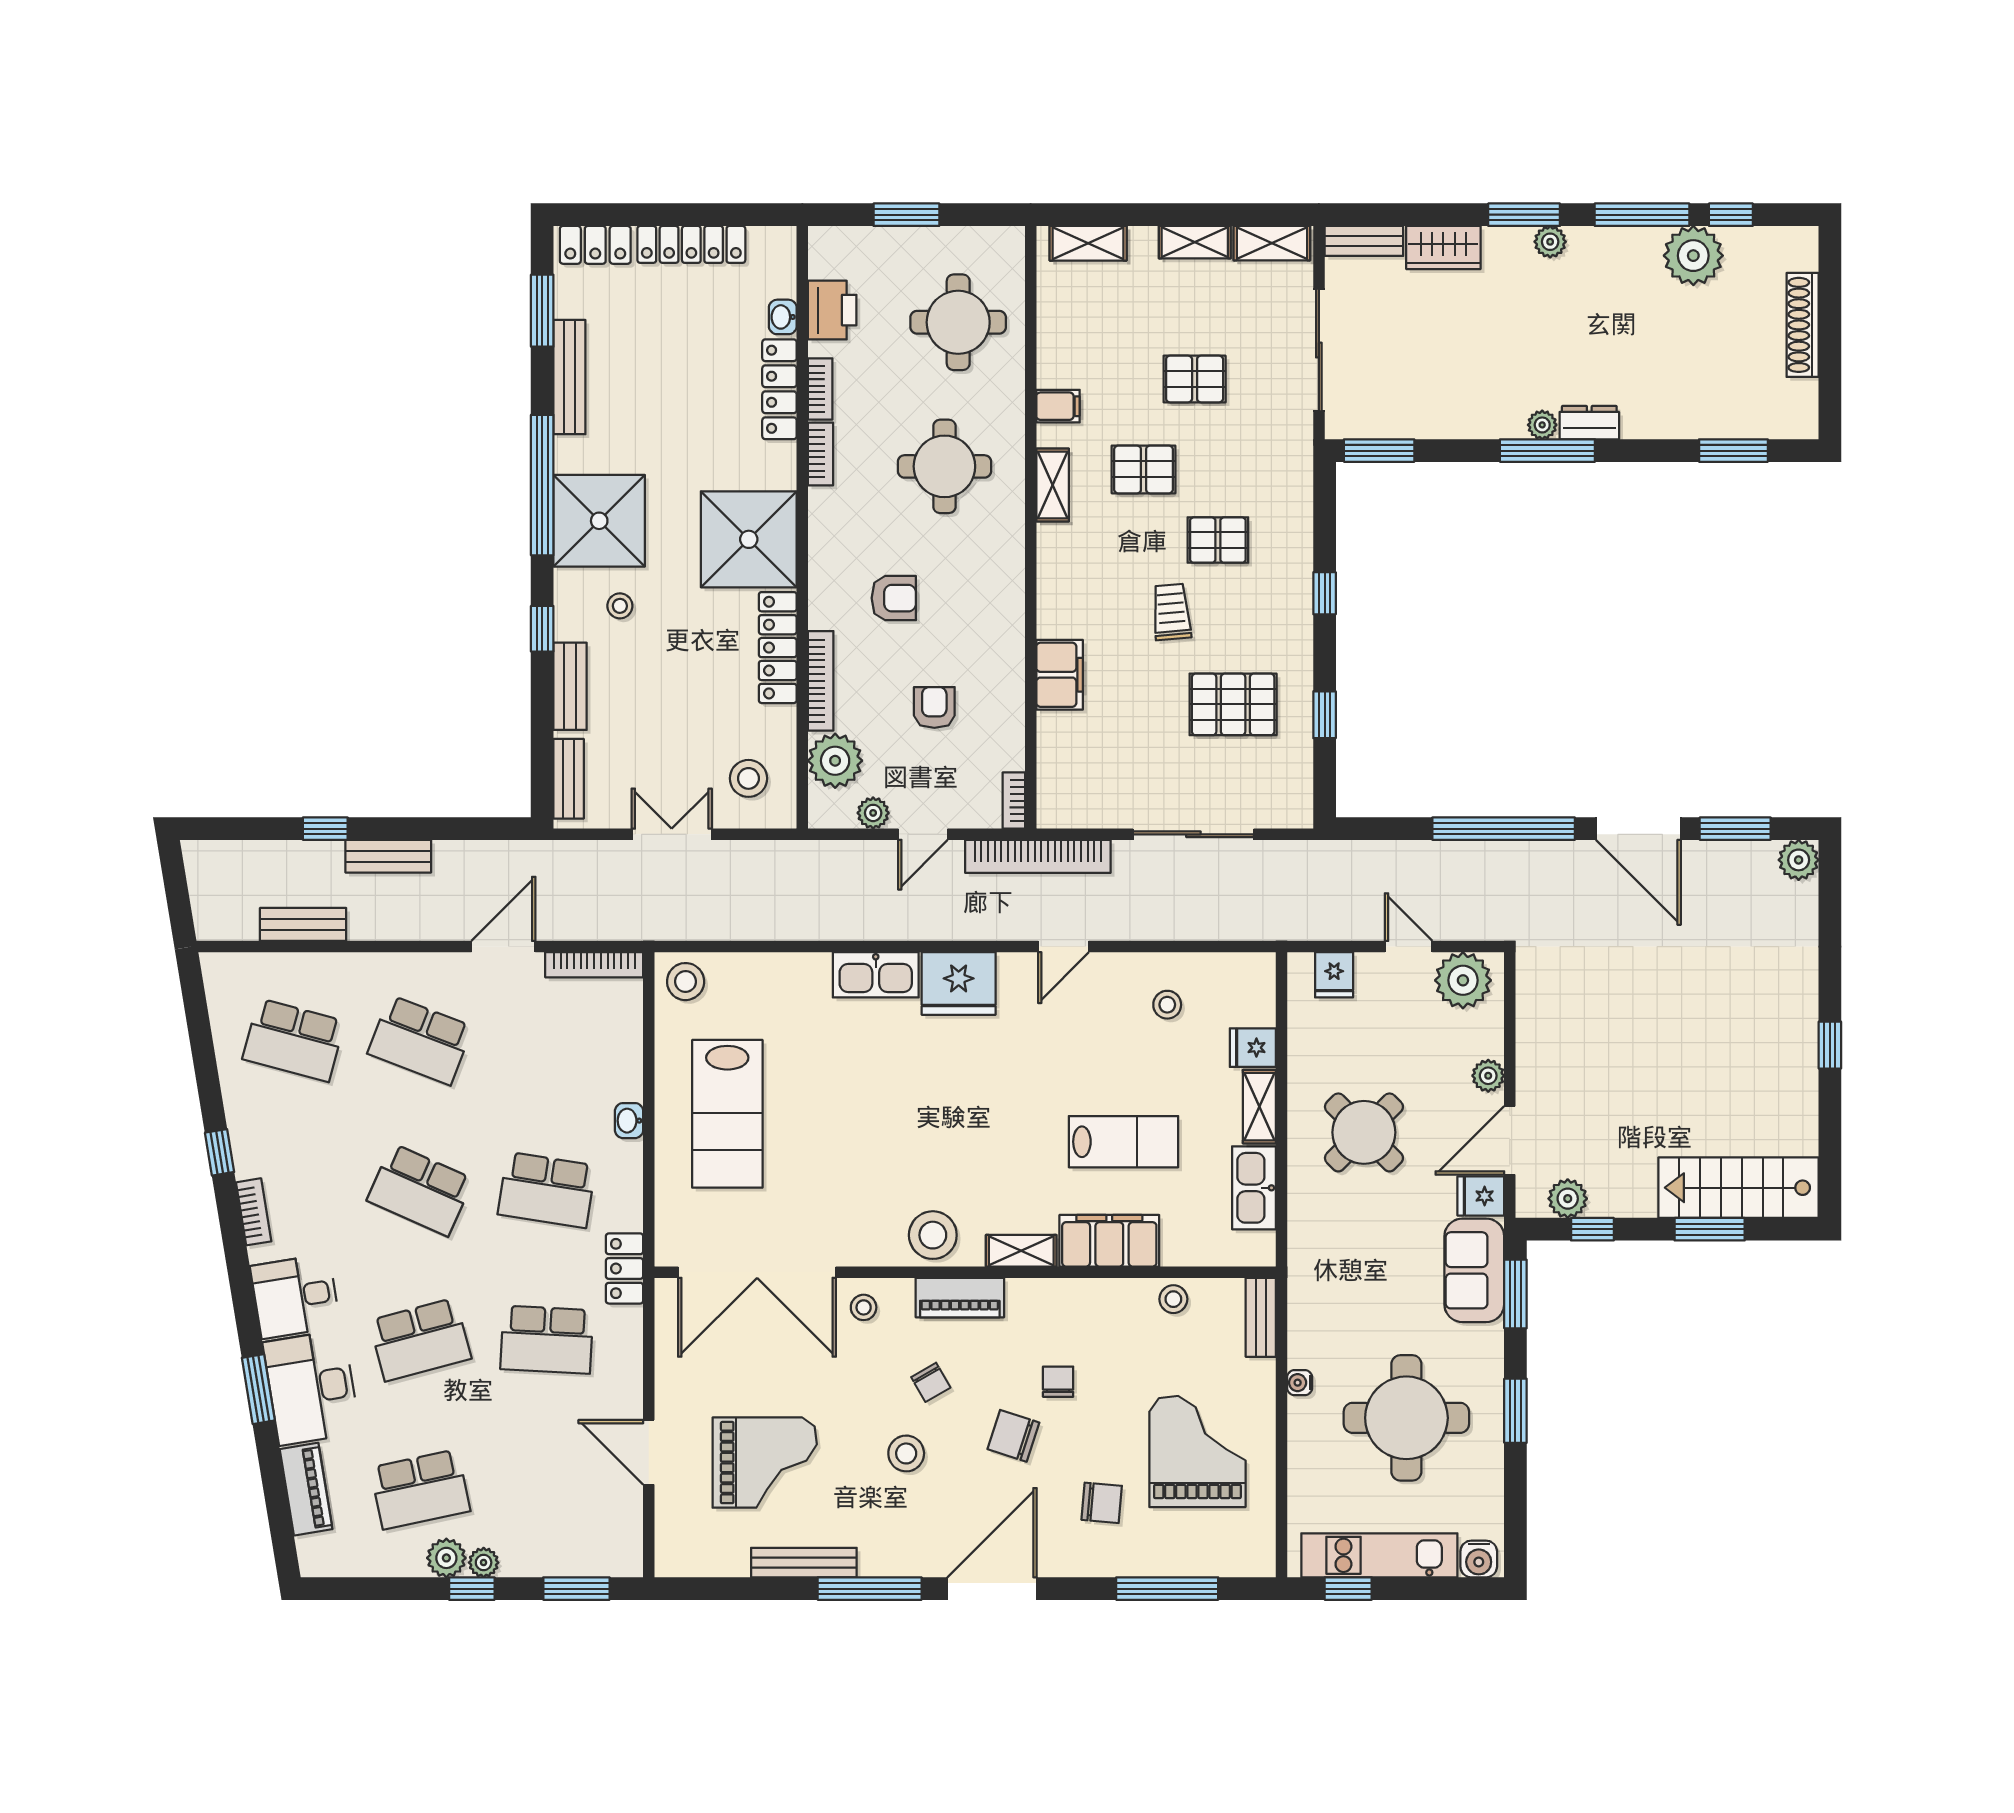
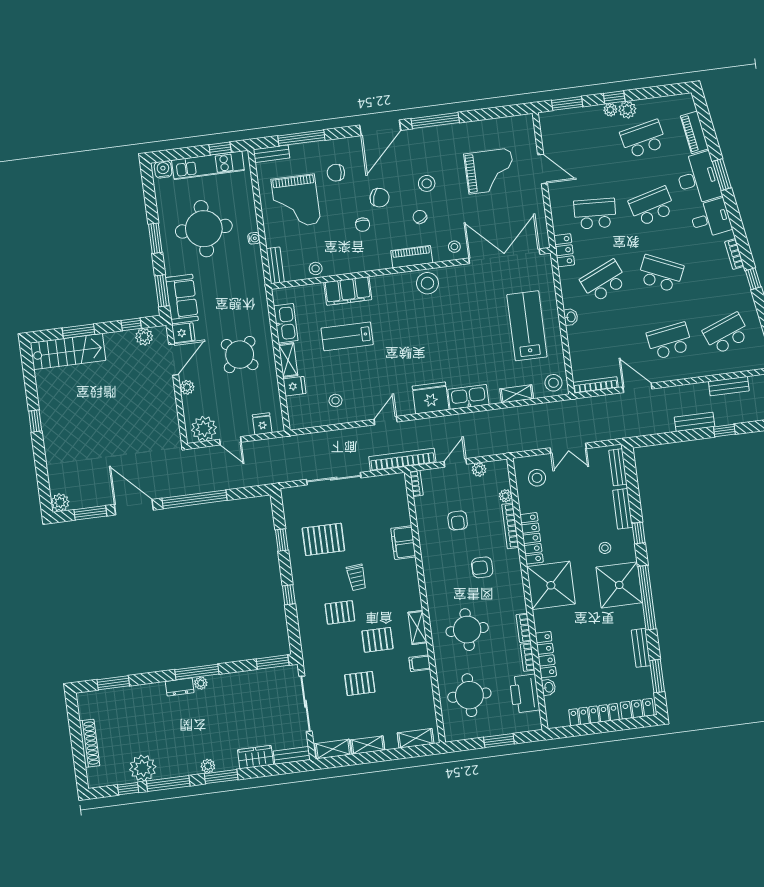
printer: (832, 310) -> (525, 694), width x1.37, depth x1.19
bench: (569, 377) -> (641, 648), width x0.73
plant: (835, 761) -> (506, 496), width x0.53, depth x0.53
door: (503, 947) -> (637, 388), swing flipped
school desk: (294, 1040) -> (726, 334), turned -36
school desk: (420, 1040) -> (669, 341), turned -30
school desk: (547, 1190) -> (604, 281), turned -33
shelving: (1021, 1251) -> (517, 394), moved
grand piano: (765, 1463) -> (490, 171), turned 180
bench: (804, 1563) -> (271, 154), moved, width x0.73

